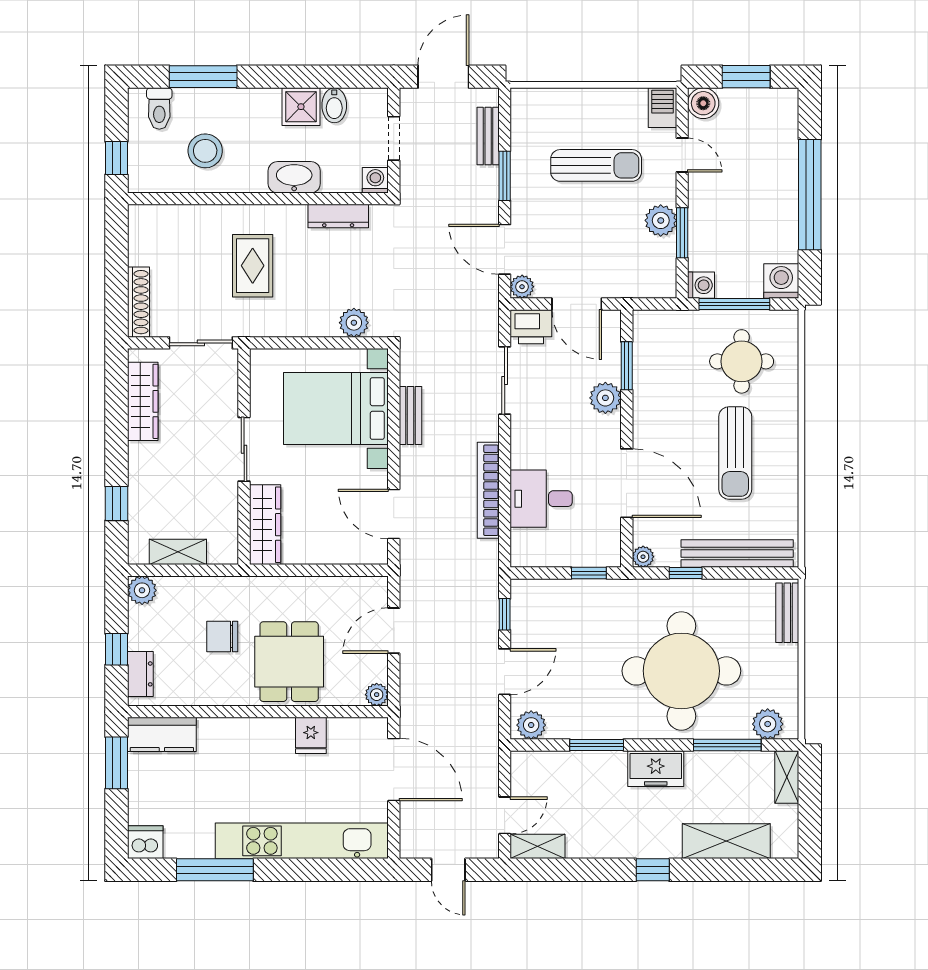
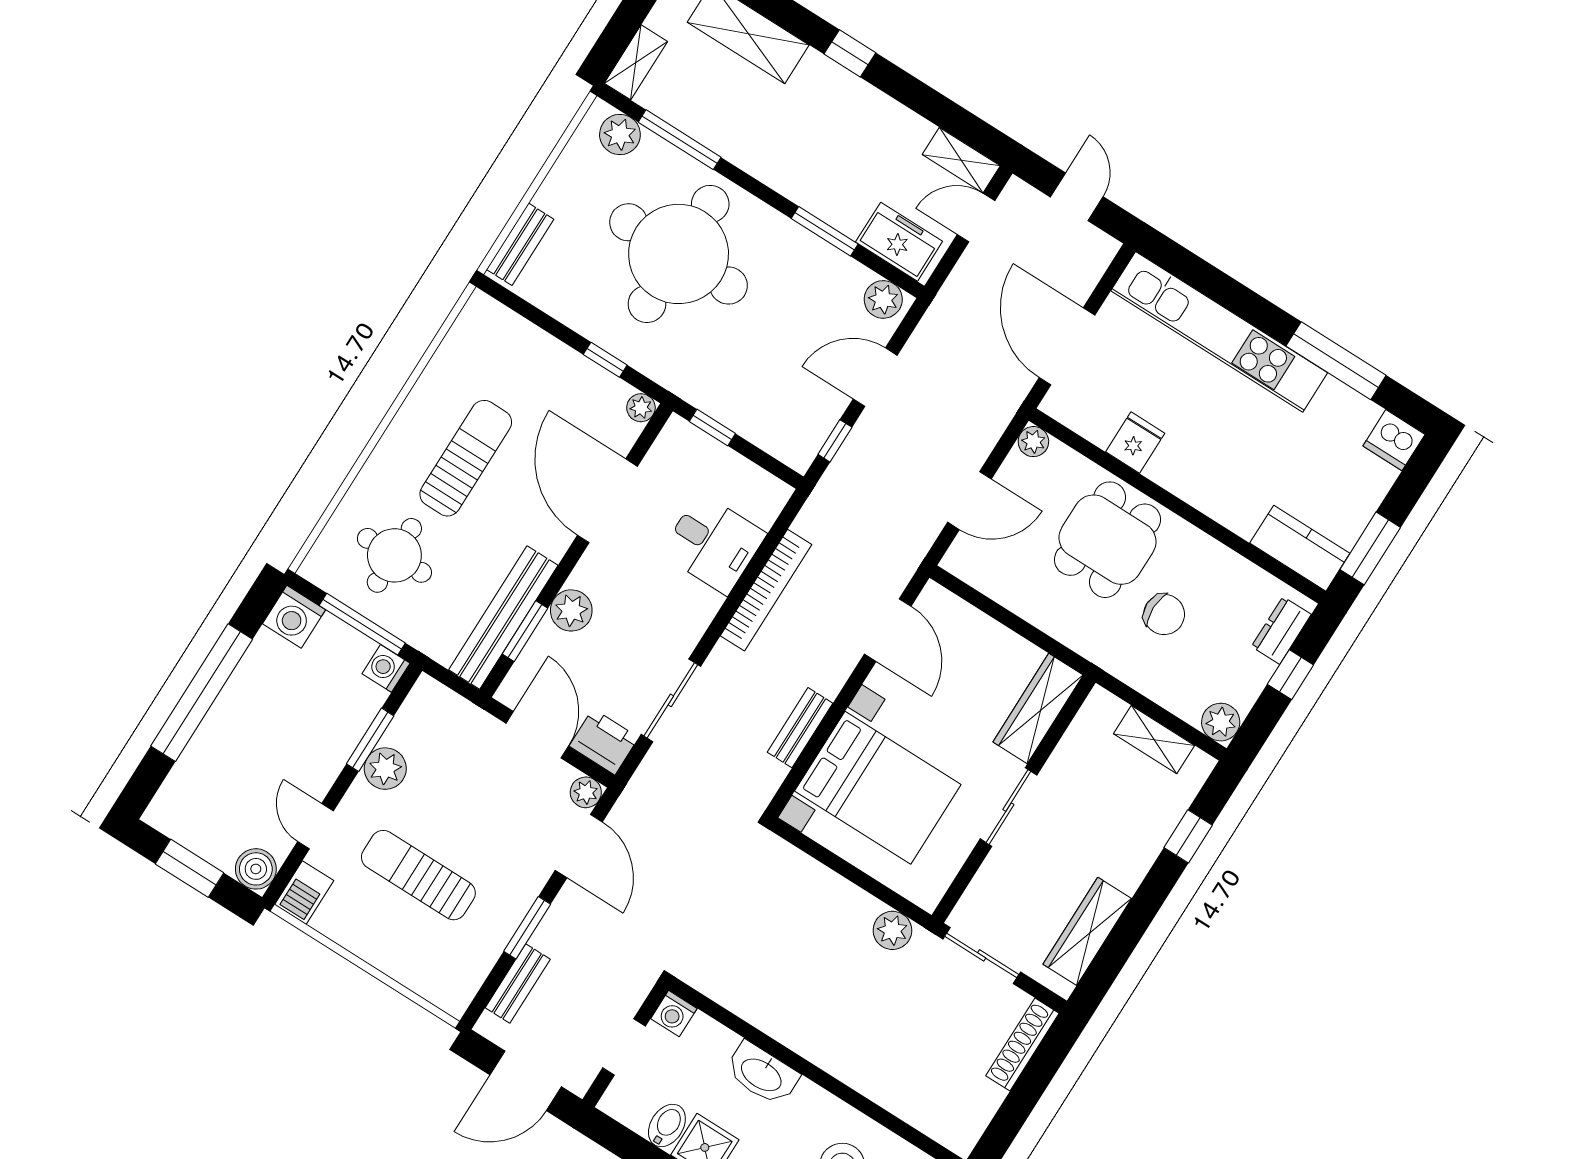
dresser: (338, 216) -> (740, 1000), removed
rug: (253, 266) -> (870, 1005), removed
plant: (354, 323) -> (892, 930), moved
bench: (737, 554) -> (503, 618), moved, turned 90
freezer: (656, 769) -> (899, 242), moved

